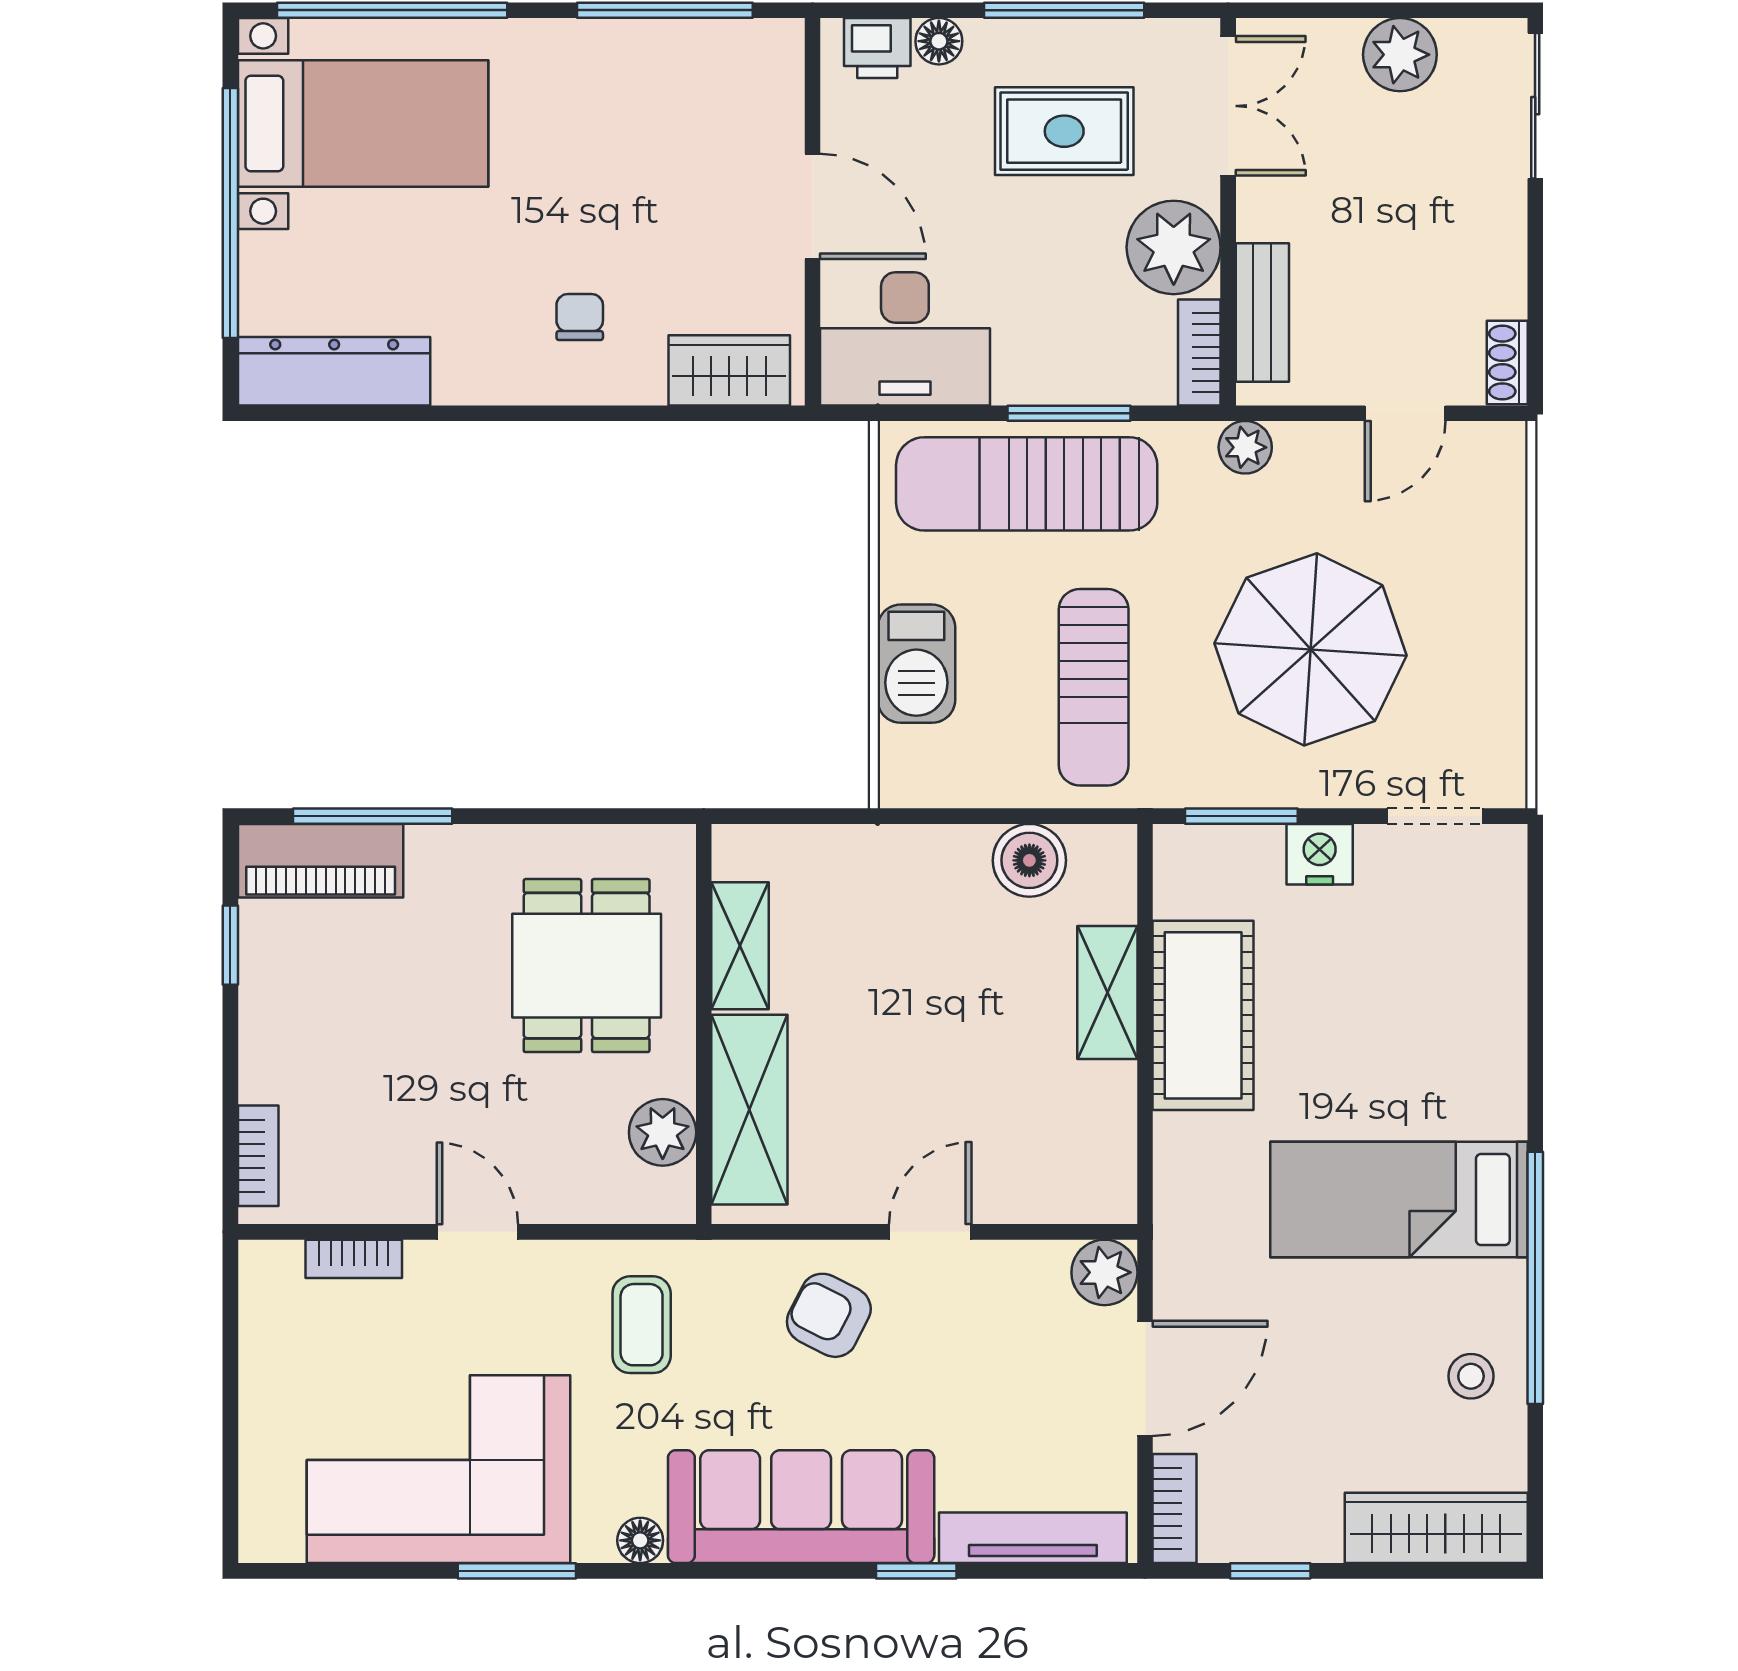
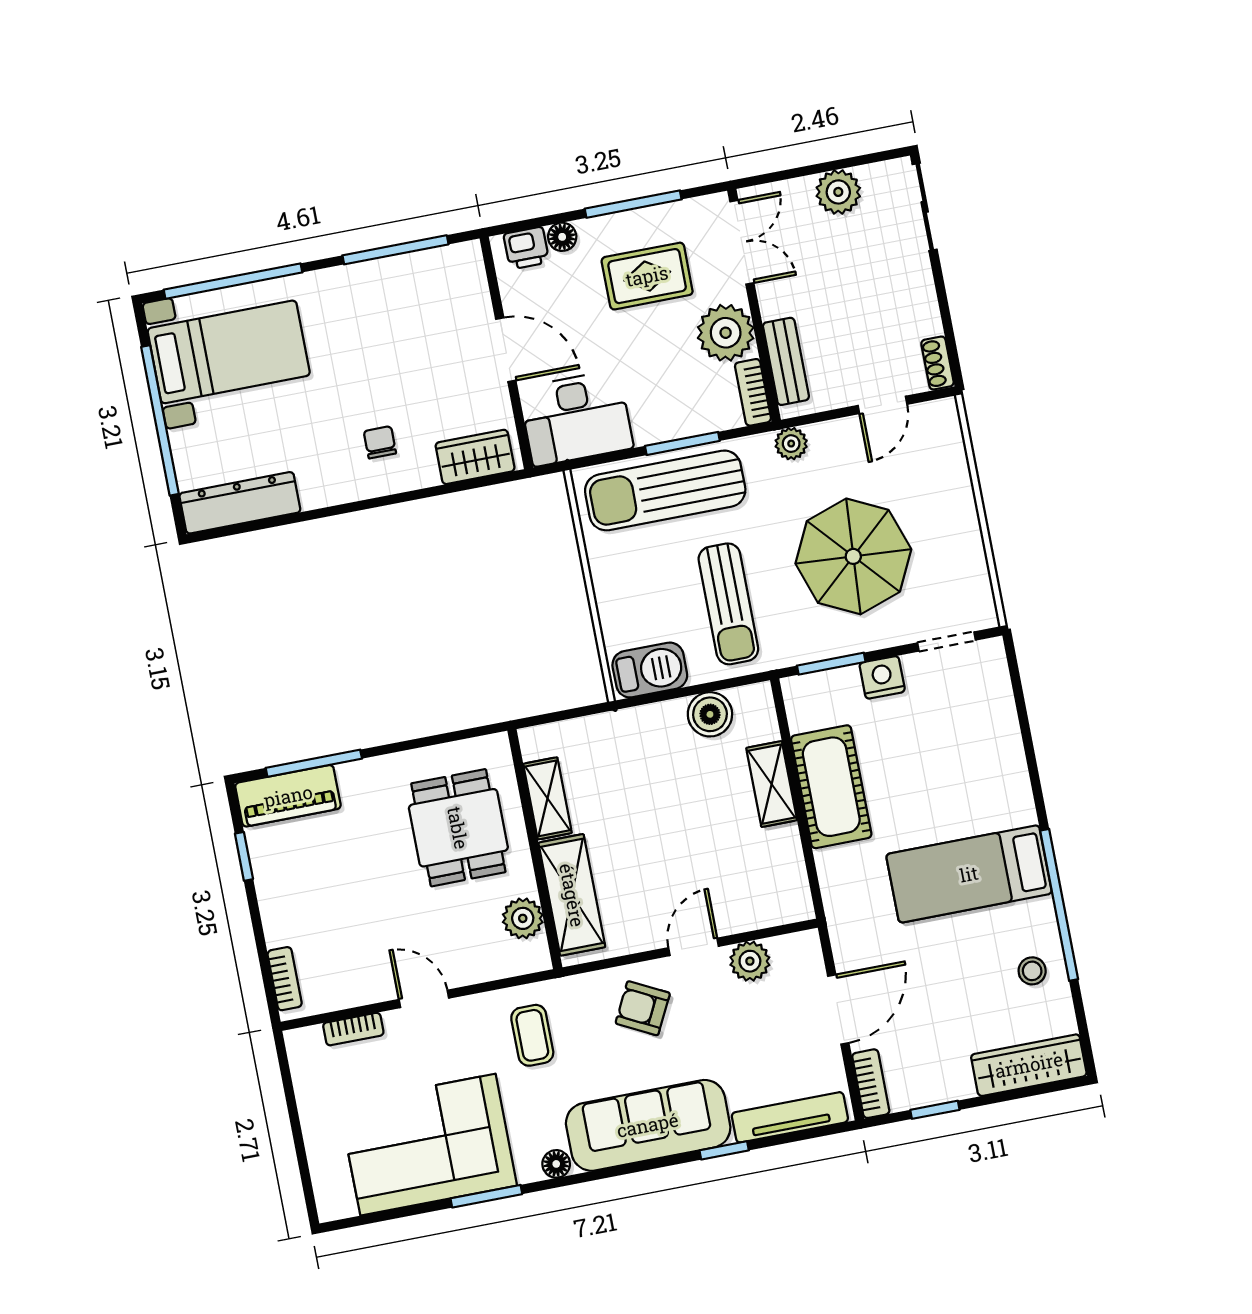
barbecue: (916, 664) -> (650, 670), moved, turned -90
plant: (1104, 1272) -> (750, 961), moved

